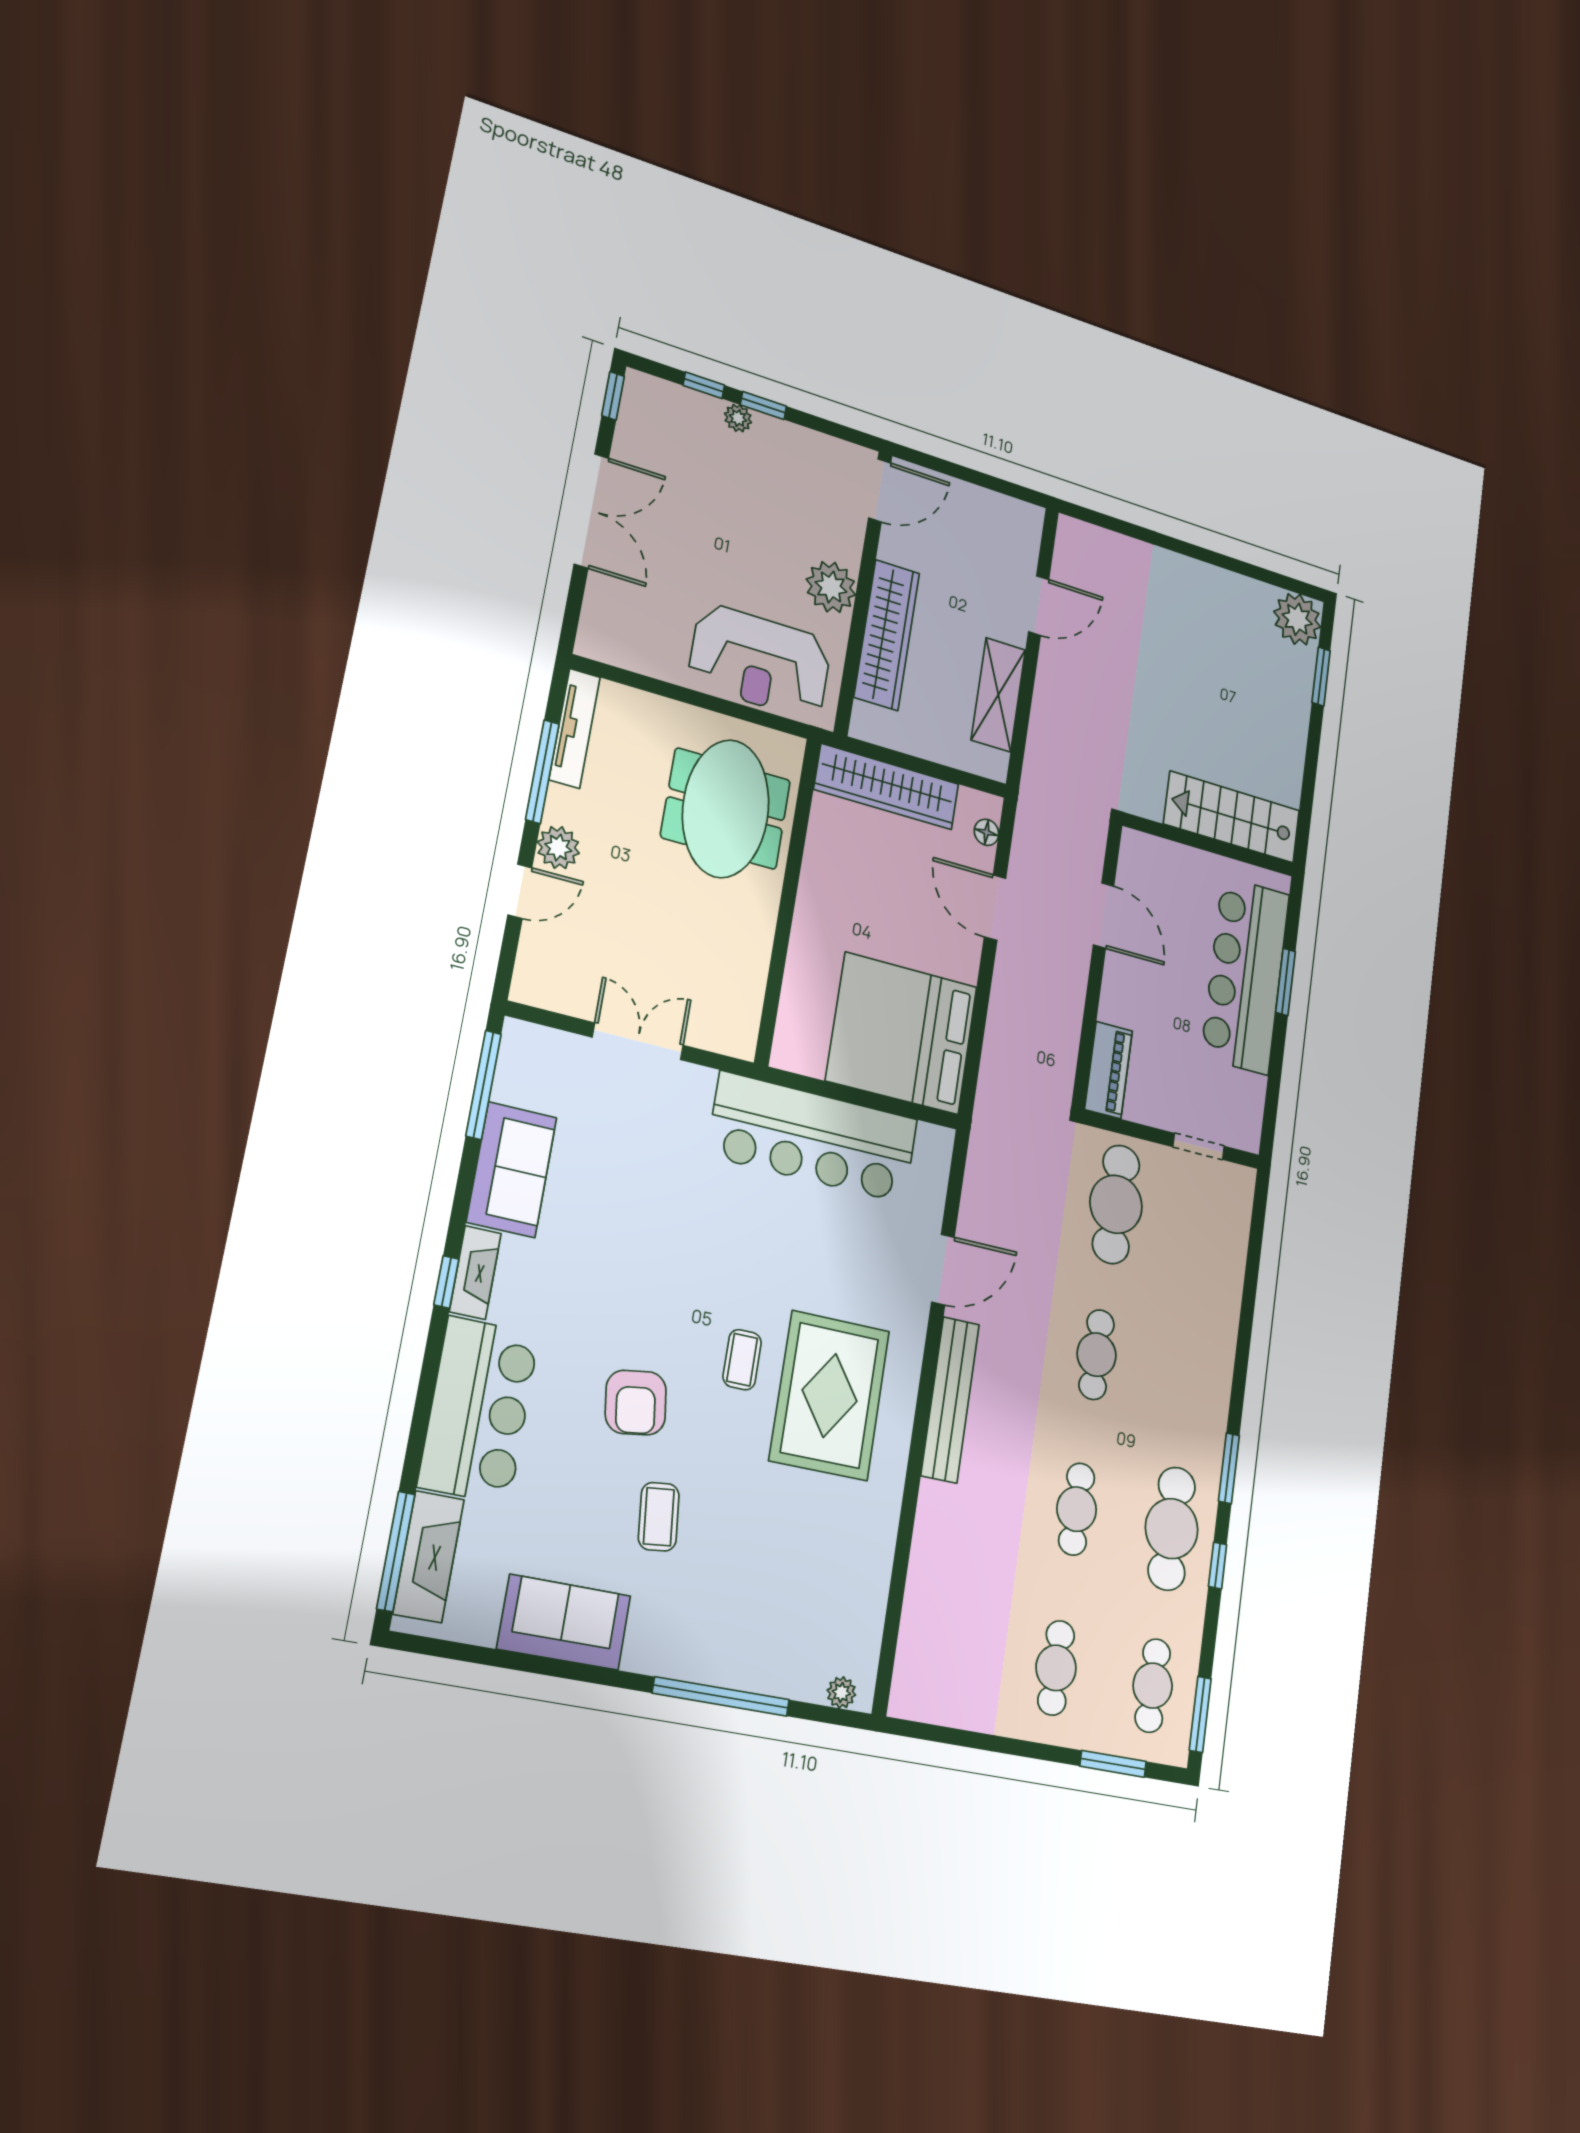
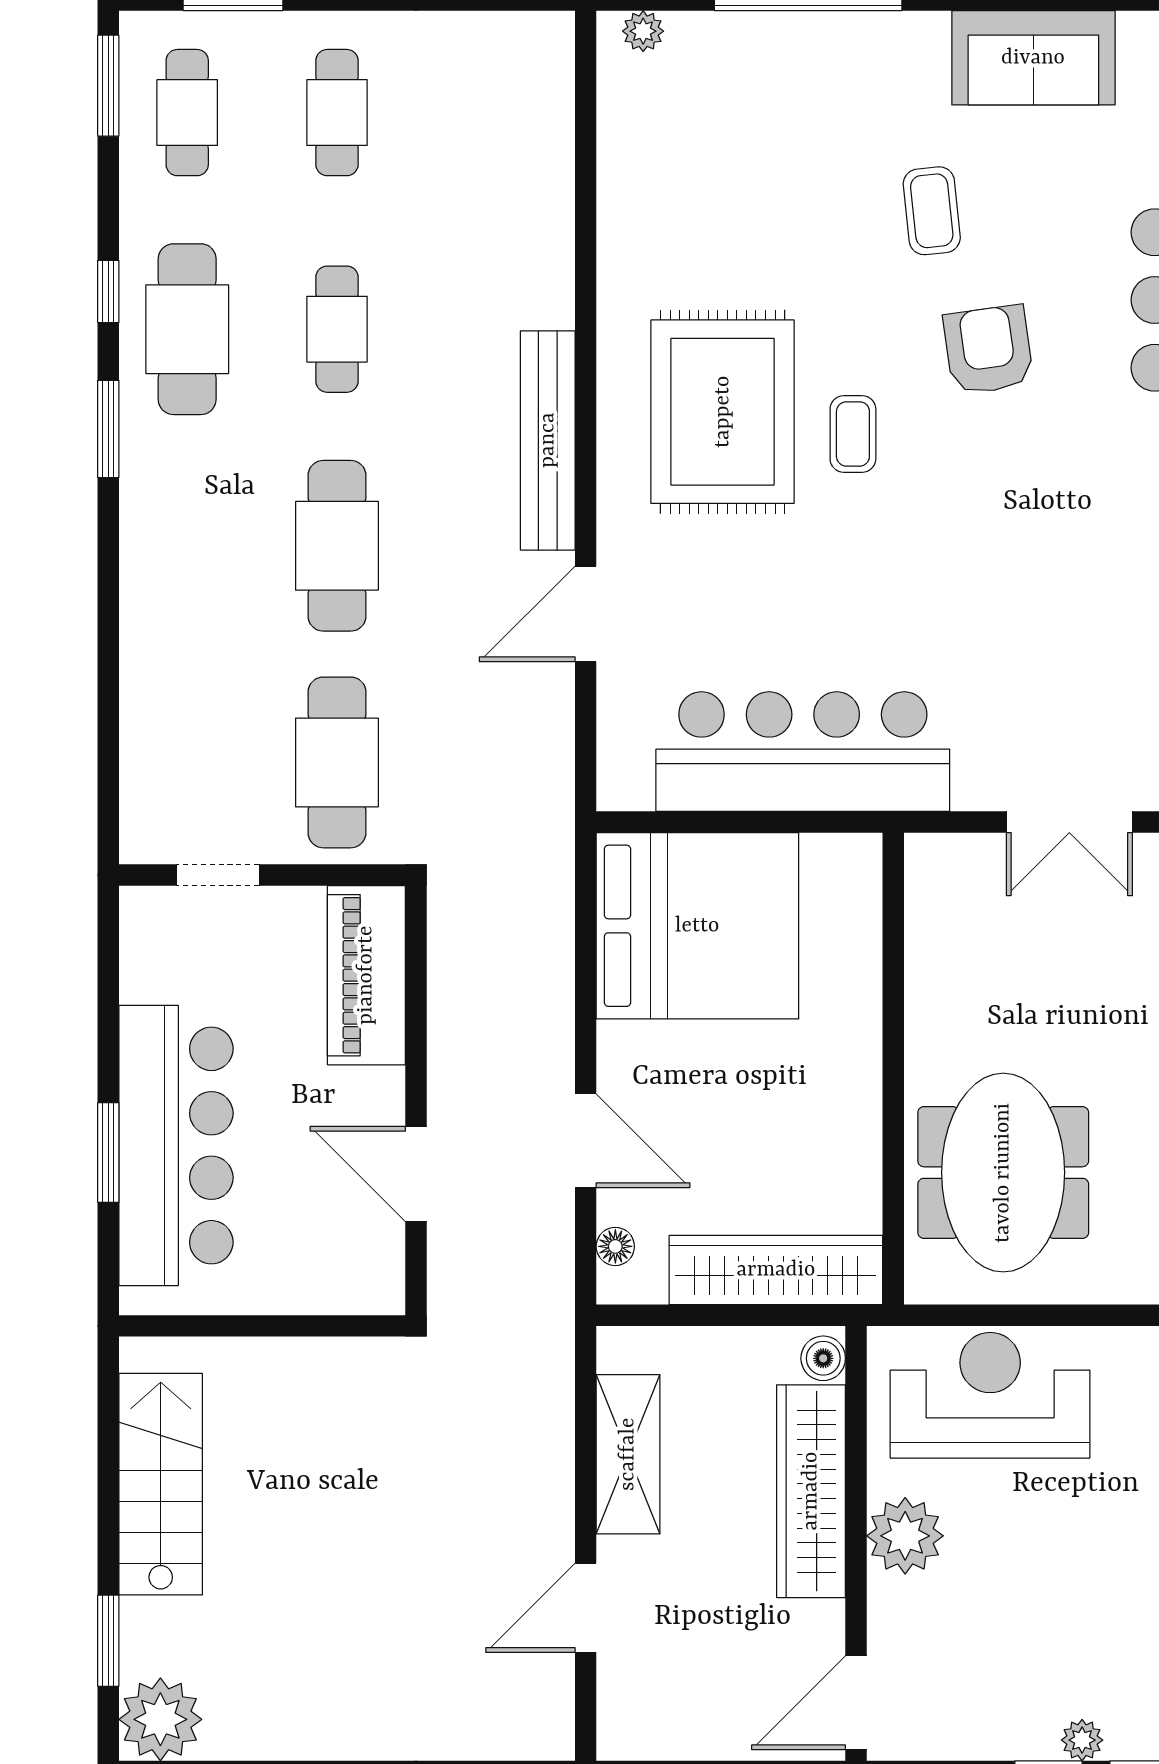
boiler: (865, 719) -> (823, 1358), added
stairs: (1232, 817) -> (161, 1484), moved, turned -90
piano: (1109, 1070) -> (366, 975), width x1.37, depth x1.33
cafe table: (1097, 1355) -> (337, 546), width x1.37, depth x1.35

